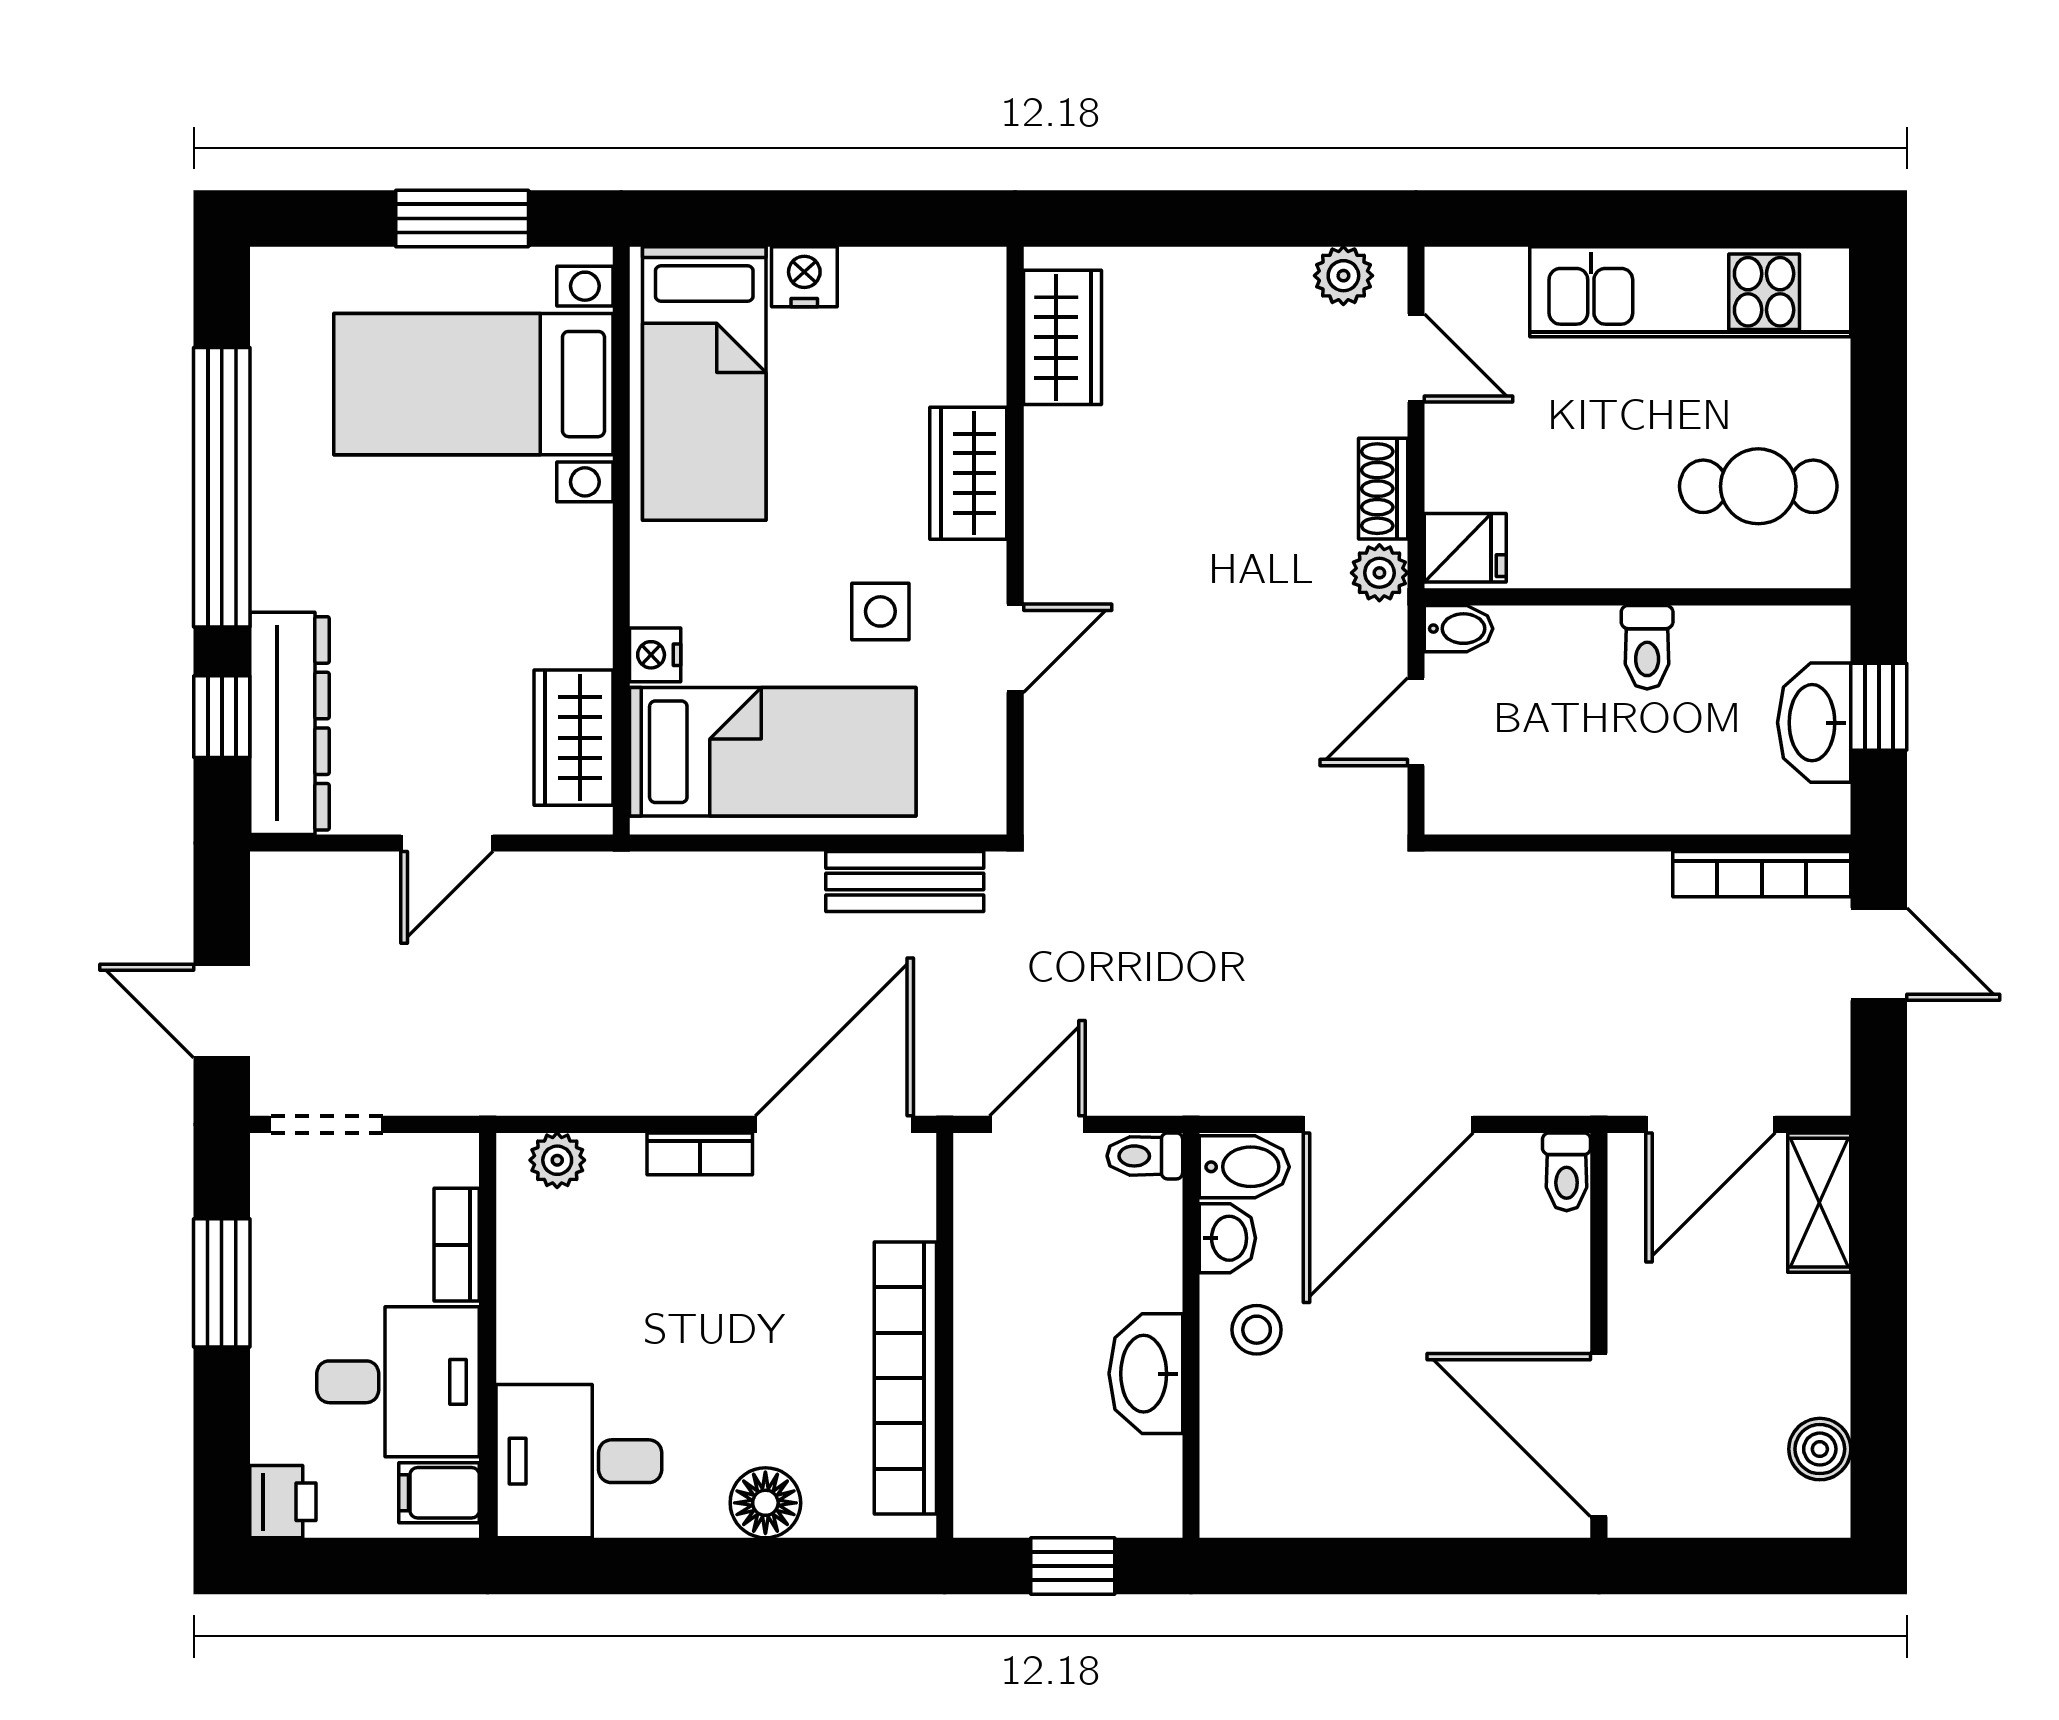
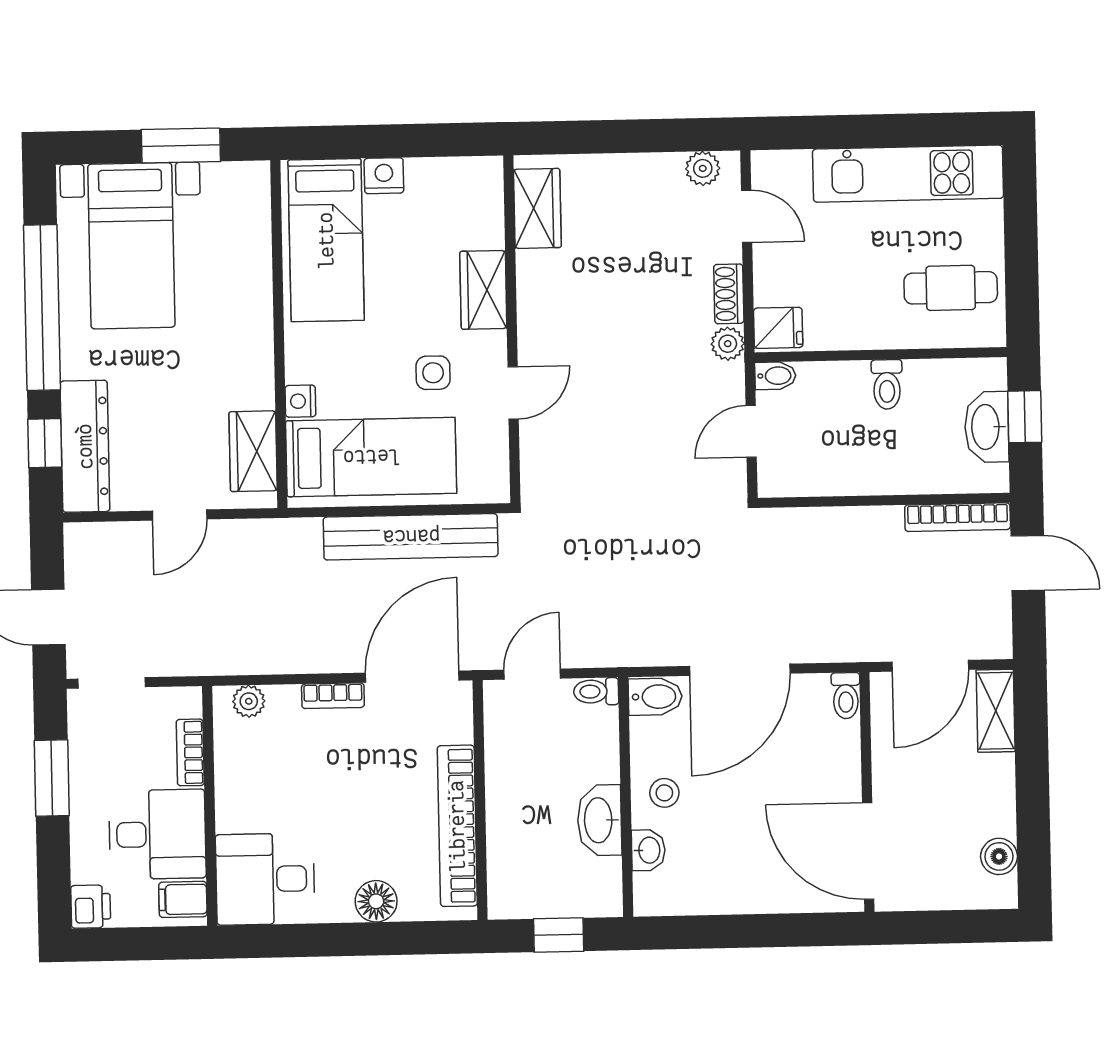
bed with nightstands: (473, 384) -> (131, 246), moved, turned -90
bench: (905, 882) -> (411, 537), width x1.86, depth x1.21
washbasin: (1227, 1238) -> (648, 850), moved

